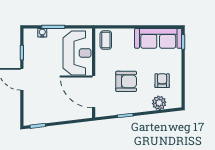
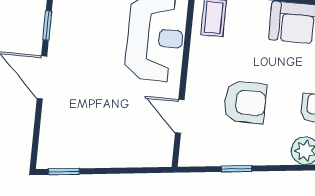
door: (94, 92) -> (180, 116), width x0.53

